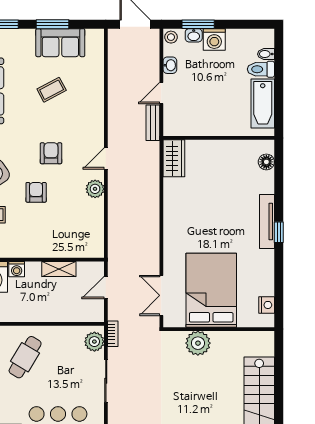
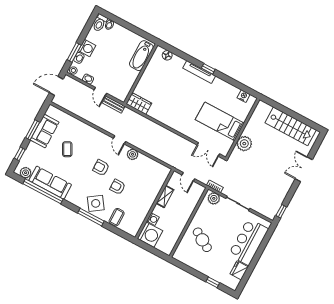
toilet: (261, 69) -> (100, 23), moved
bathtub: (263, 103) -> (141, 56), moved, turned 90
bed: (211, 290) -> (220, 121), width x0.67

